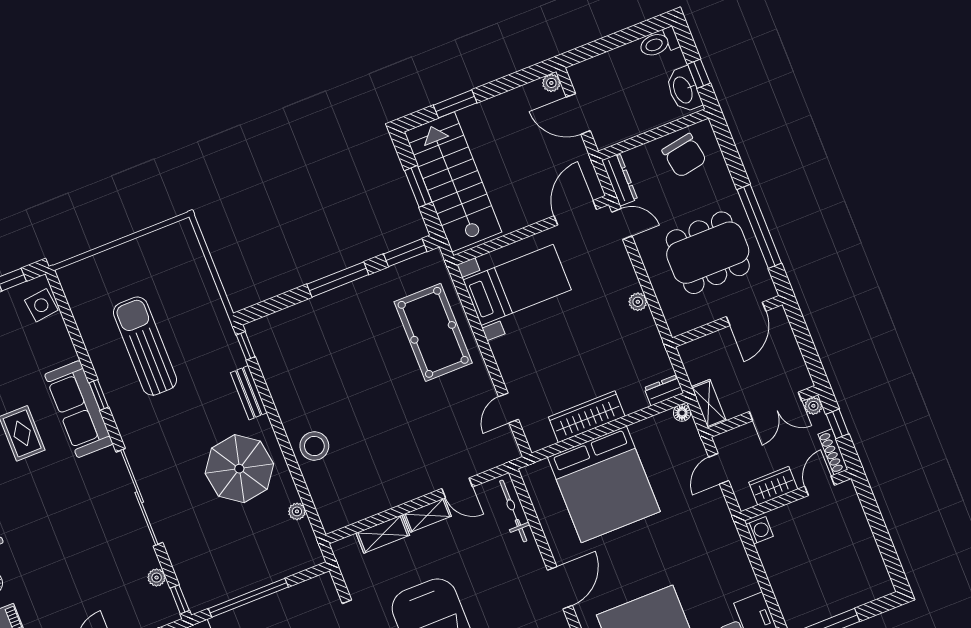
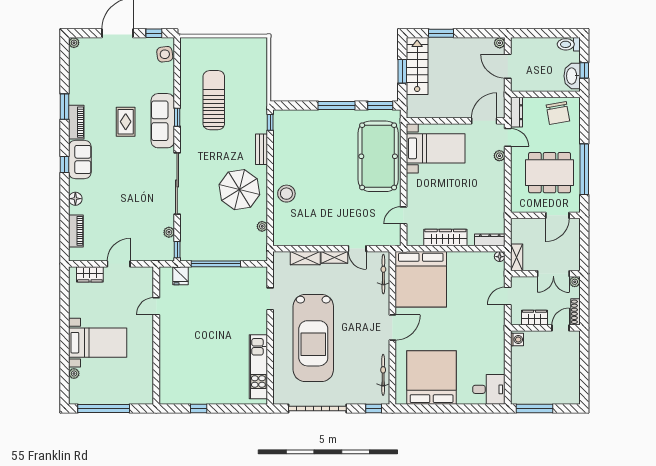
stairs: (453, 182) -> (417, 66), width x0.73, depth x0.66
plant: (638, 302) -> (499, 156), moved
pool table: (433, 332) -> (378, 156), width x1.36, depth x1.32
dresser: (664, 390) -> (490, 240), width x1.44
window: (837, 424) -> (584, 297), removed
bed: (604, 484) -> (421, 279), moved

